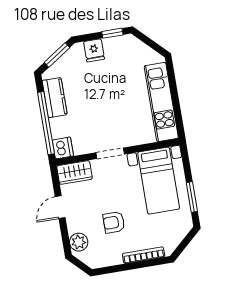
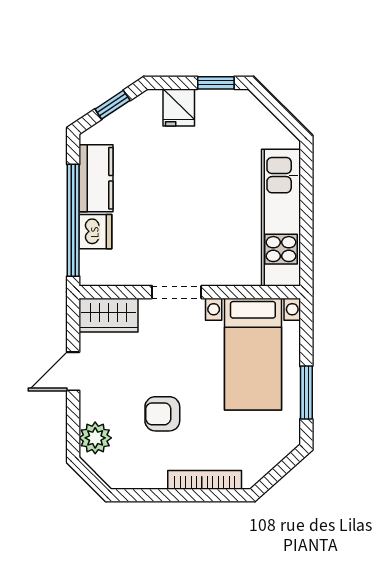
window: (57, 55) -> (113, 105), width x0.67
dishwasher: (63, 148) -> (95, 232), moved

